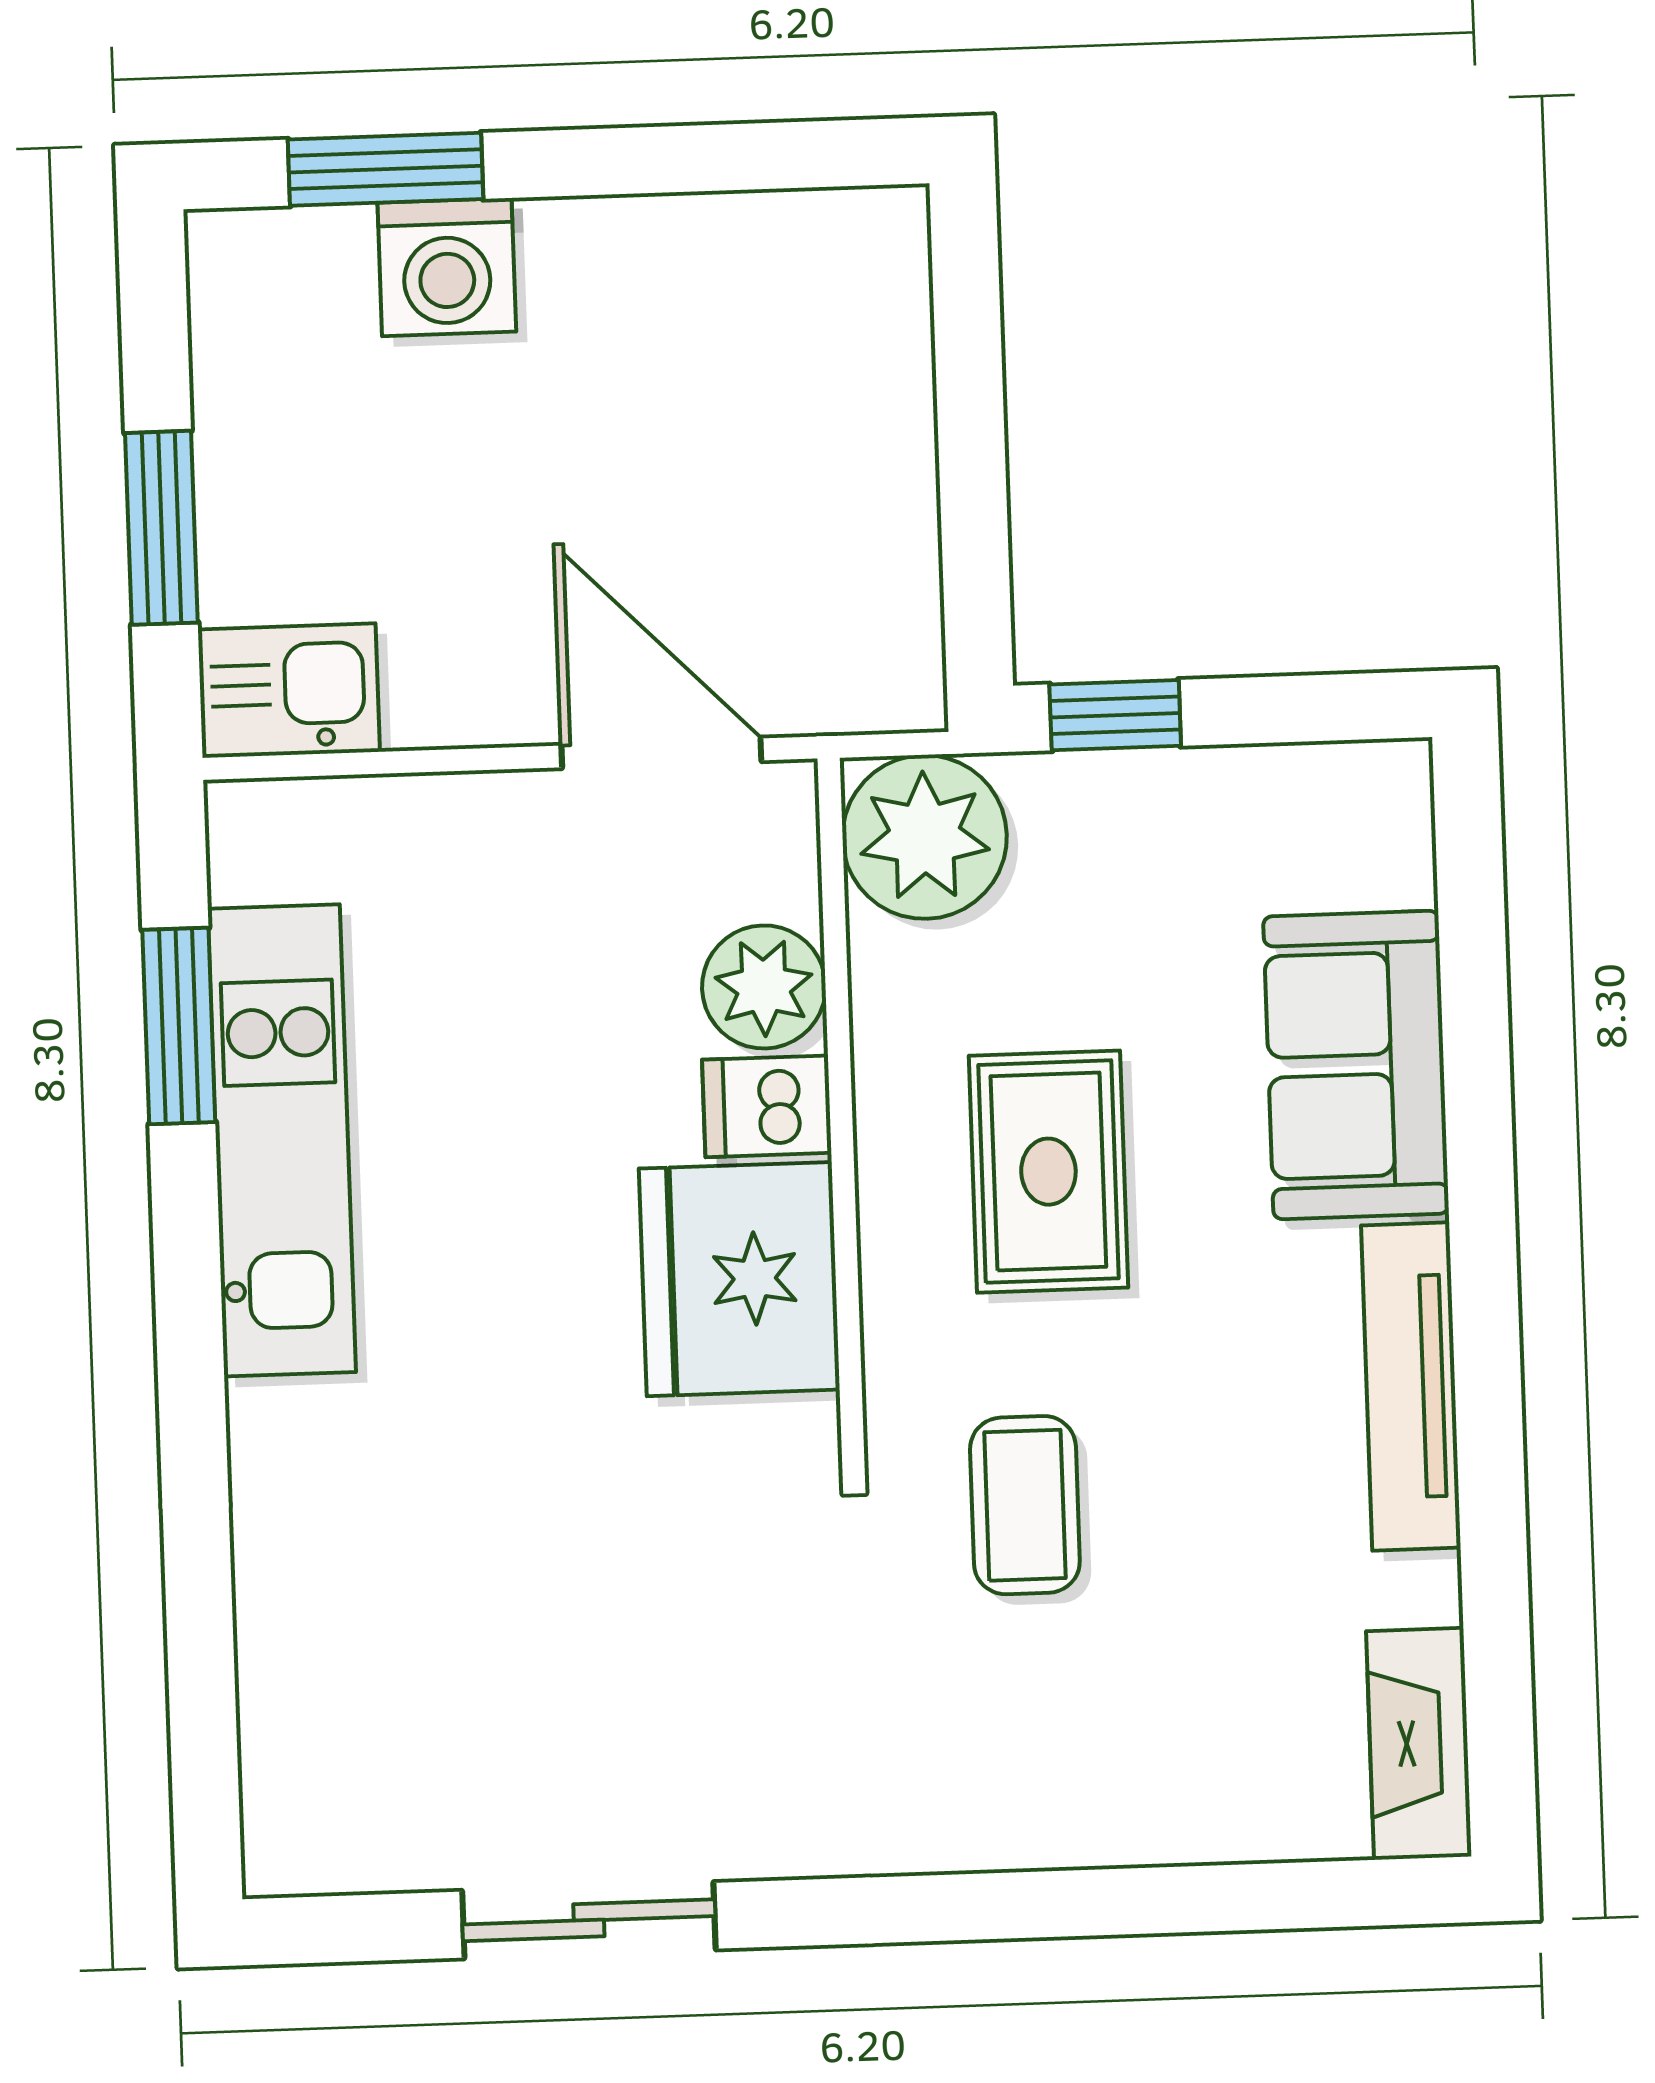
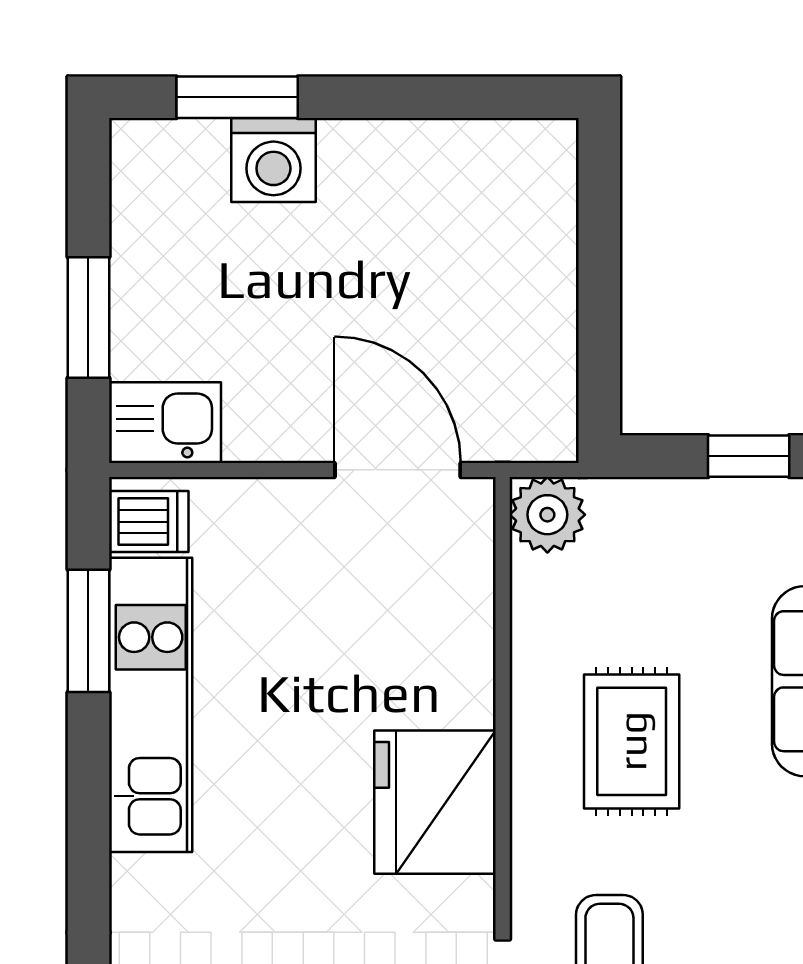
window: (1115, 715) -> (749, 456), moved
plant: (925, 837) -> (547, 515), width x0.73, depth x0.73
plant: (764, 987) -> (457, 619), removed
dishwasher: (767, 1106) -> (149, 522), moved, turned 180

